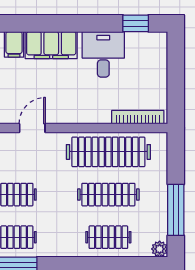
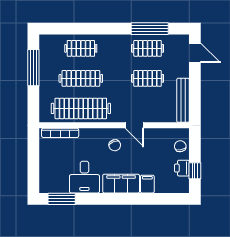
window: (136, 23) -> (62, 199), width x1.50
chair: (60, 100) -> (115, 145), added
door: (32, 128) -> (134, 125), hinge flipped
plant: (160, 249) -> (45, 40), removed

